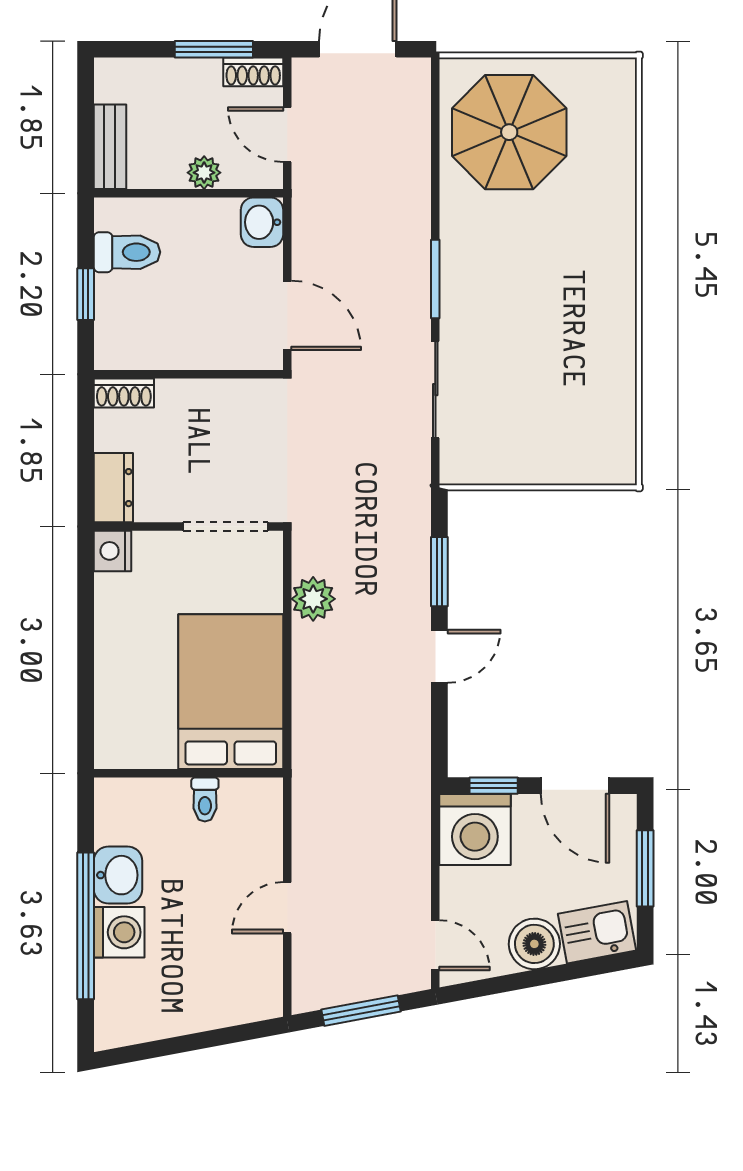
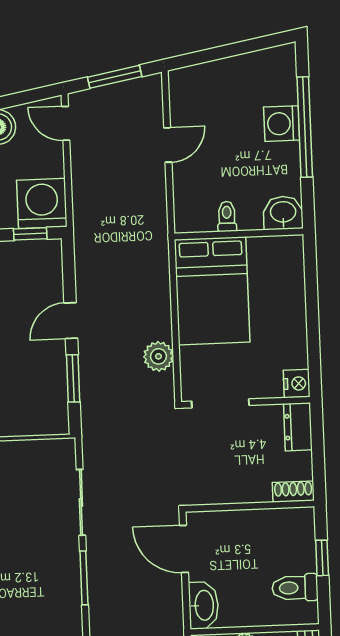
washbasin: (262, 222) -> (203, 605), width x1.38
washbasin: (118, 875) -> (283, 213), moved, turned 90

